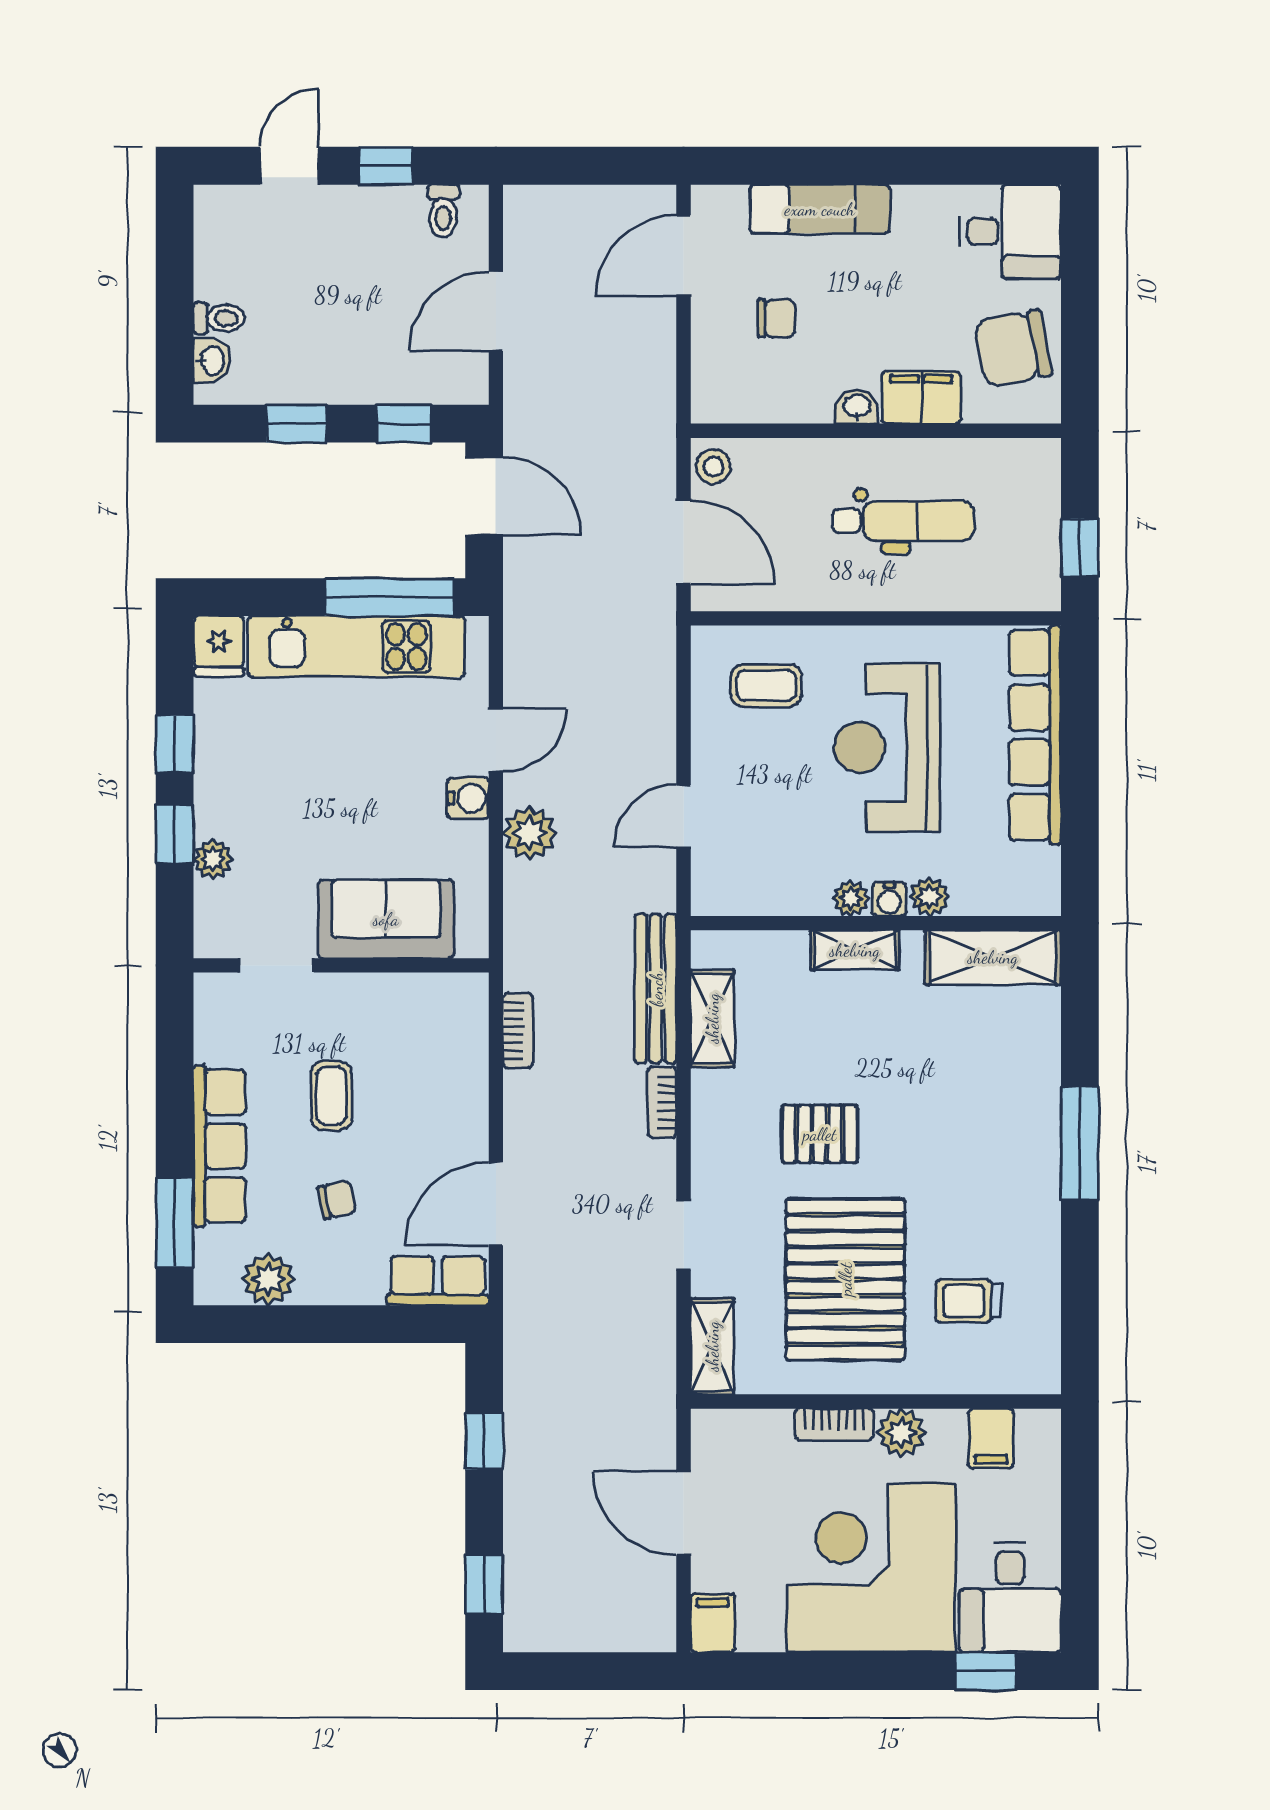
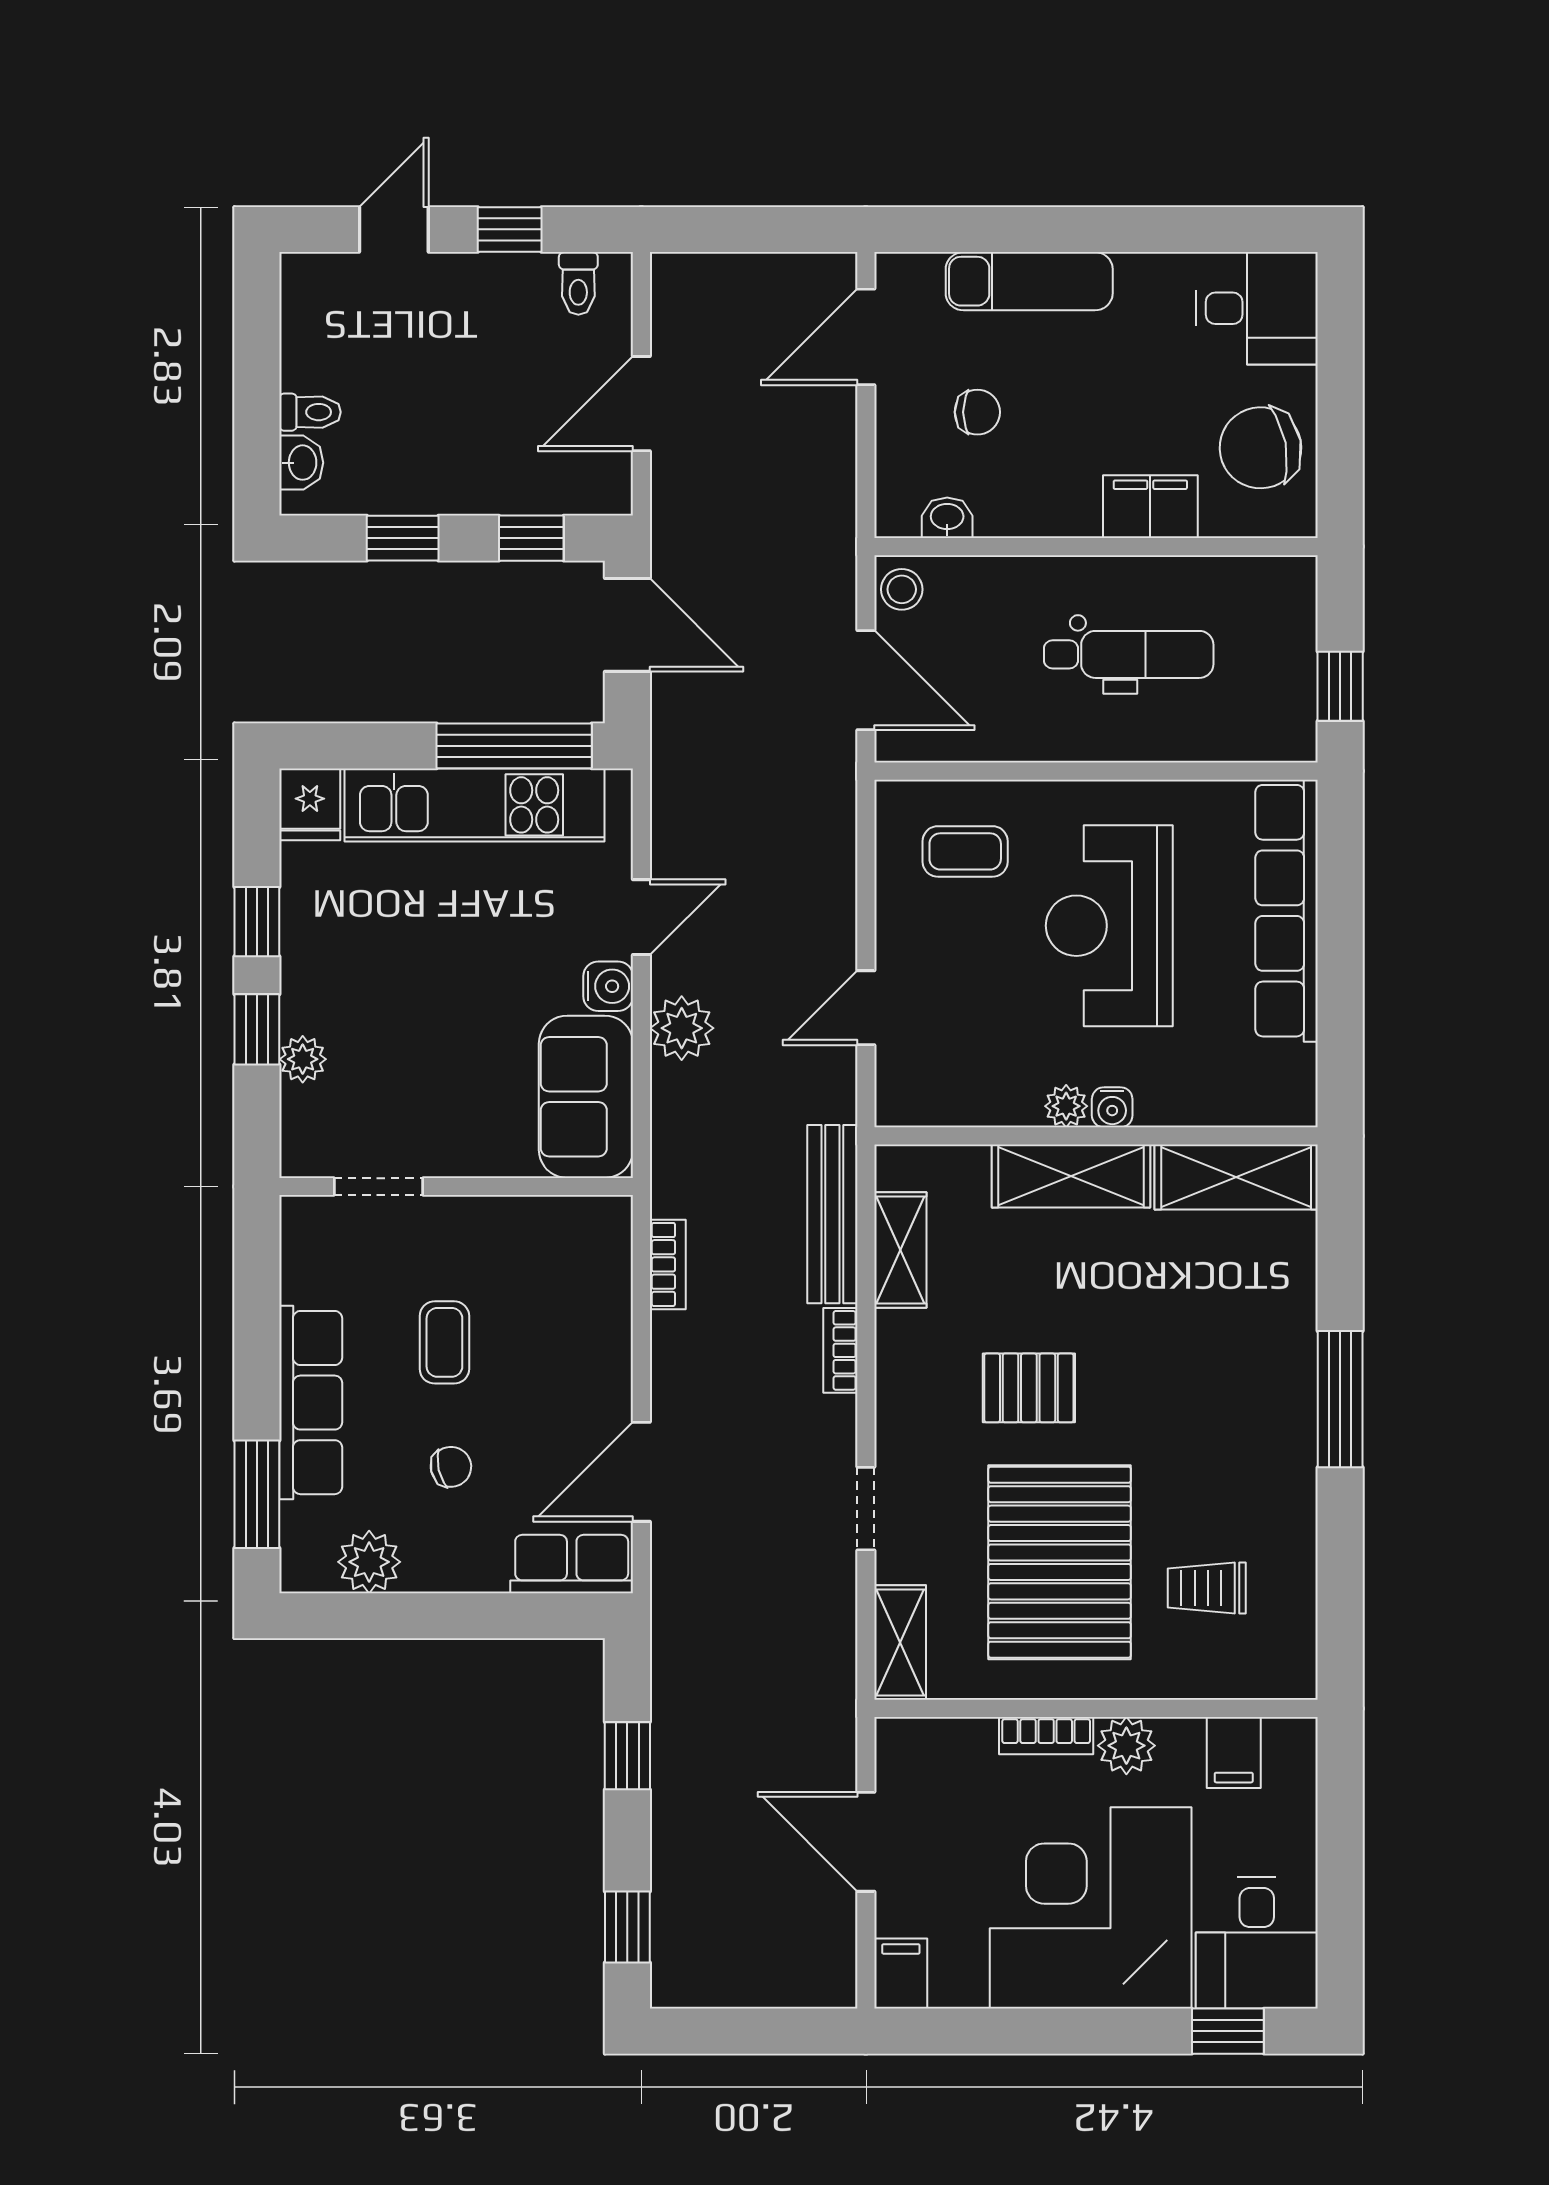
washbasin: (857, 407) -> (947, 518), moved
plant: (929, 897) -> (1160, 1104), removed
sofa: (386, 919) -> (586, 1097), moved, turned -90
shelving: (855, 950) -> (1071, 1176), width x1.50, depth x1.33

